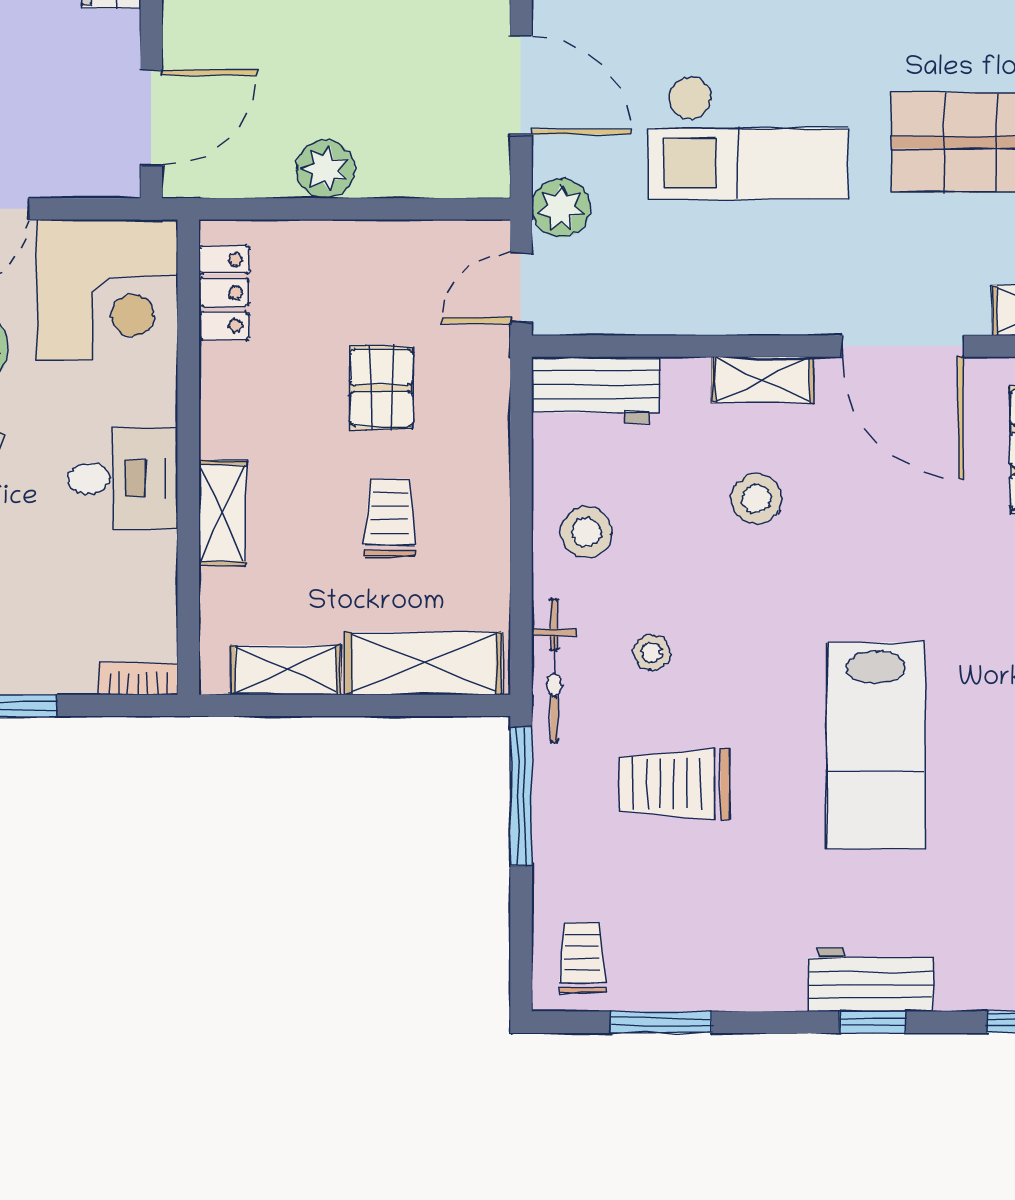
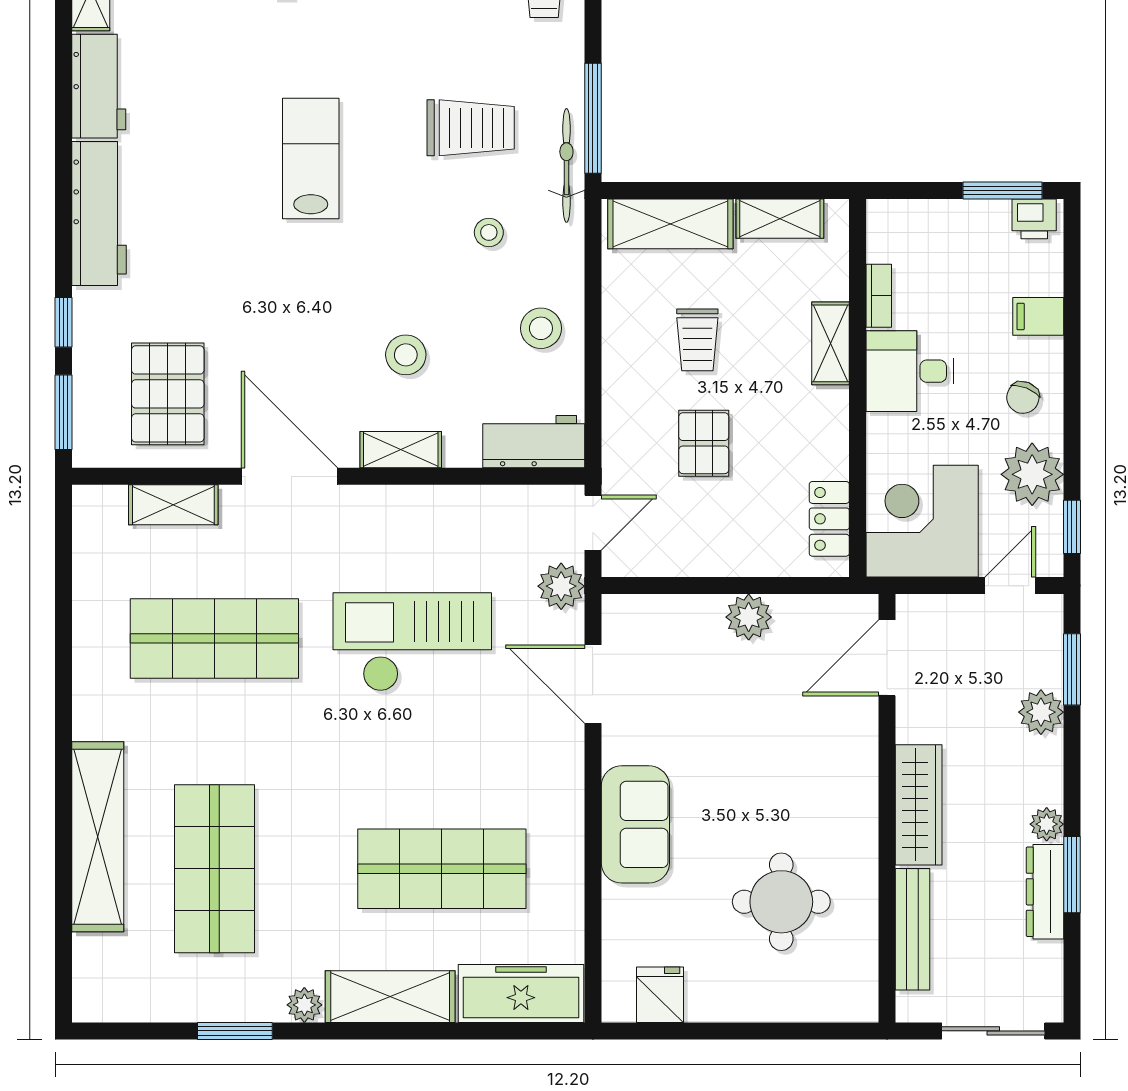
bicycle: (554, 670) -> (566, 165), moved
bookcase: (138, 679) -> (879, 296), moved, turned -90
lab bench: (876, 746) -> (311, 158), width x0.73, depth x0.72

